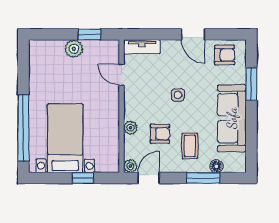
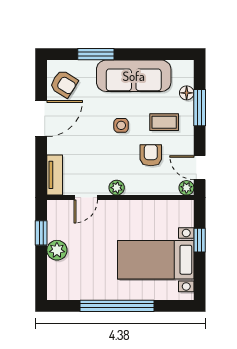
door: (193, 34) -> (41, 119), width x1.38
armchair: (225, 55) -> (64, 84), turned 122
side table: (178, 95) -> (121, 125), moved
window: (23, 128) -> (117, 306), moved
plant: (131, 128) -> (117, 188), moved

